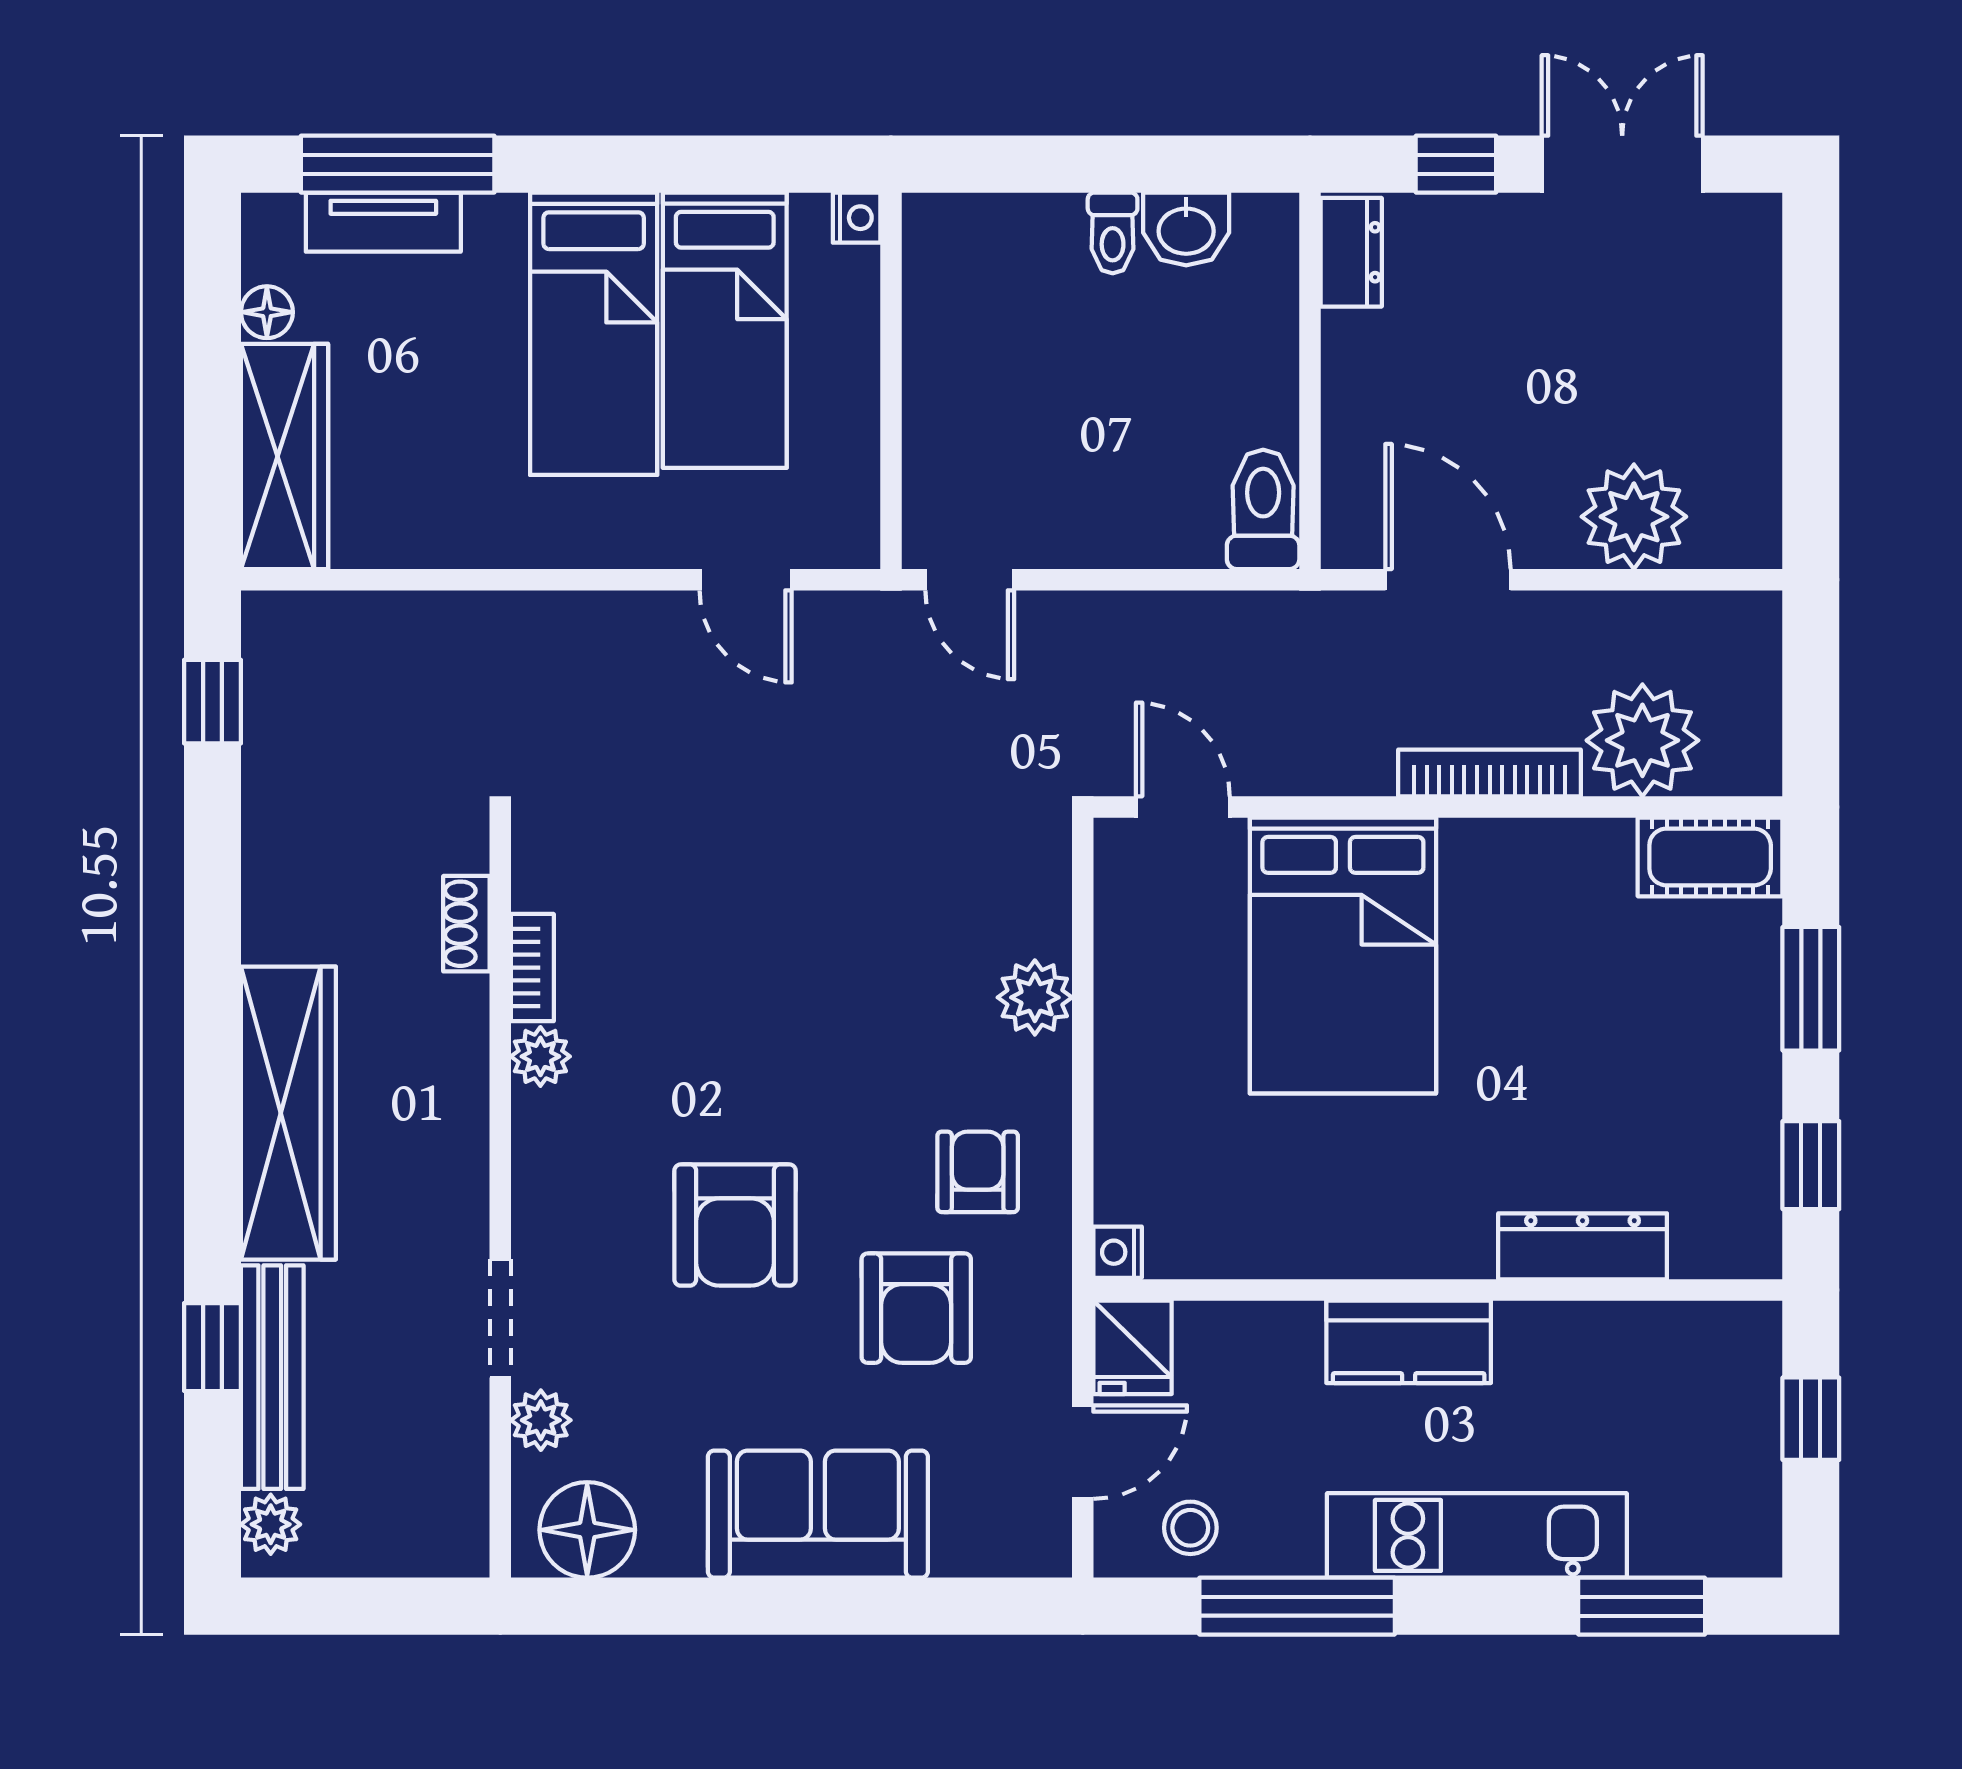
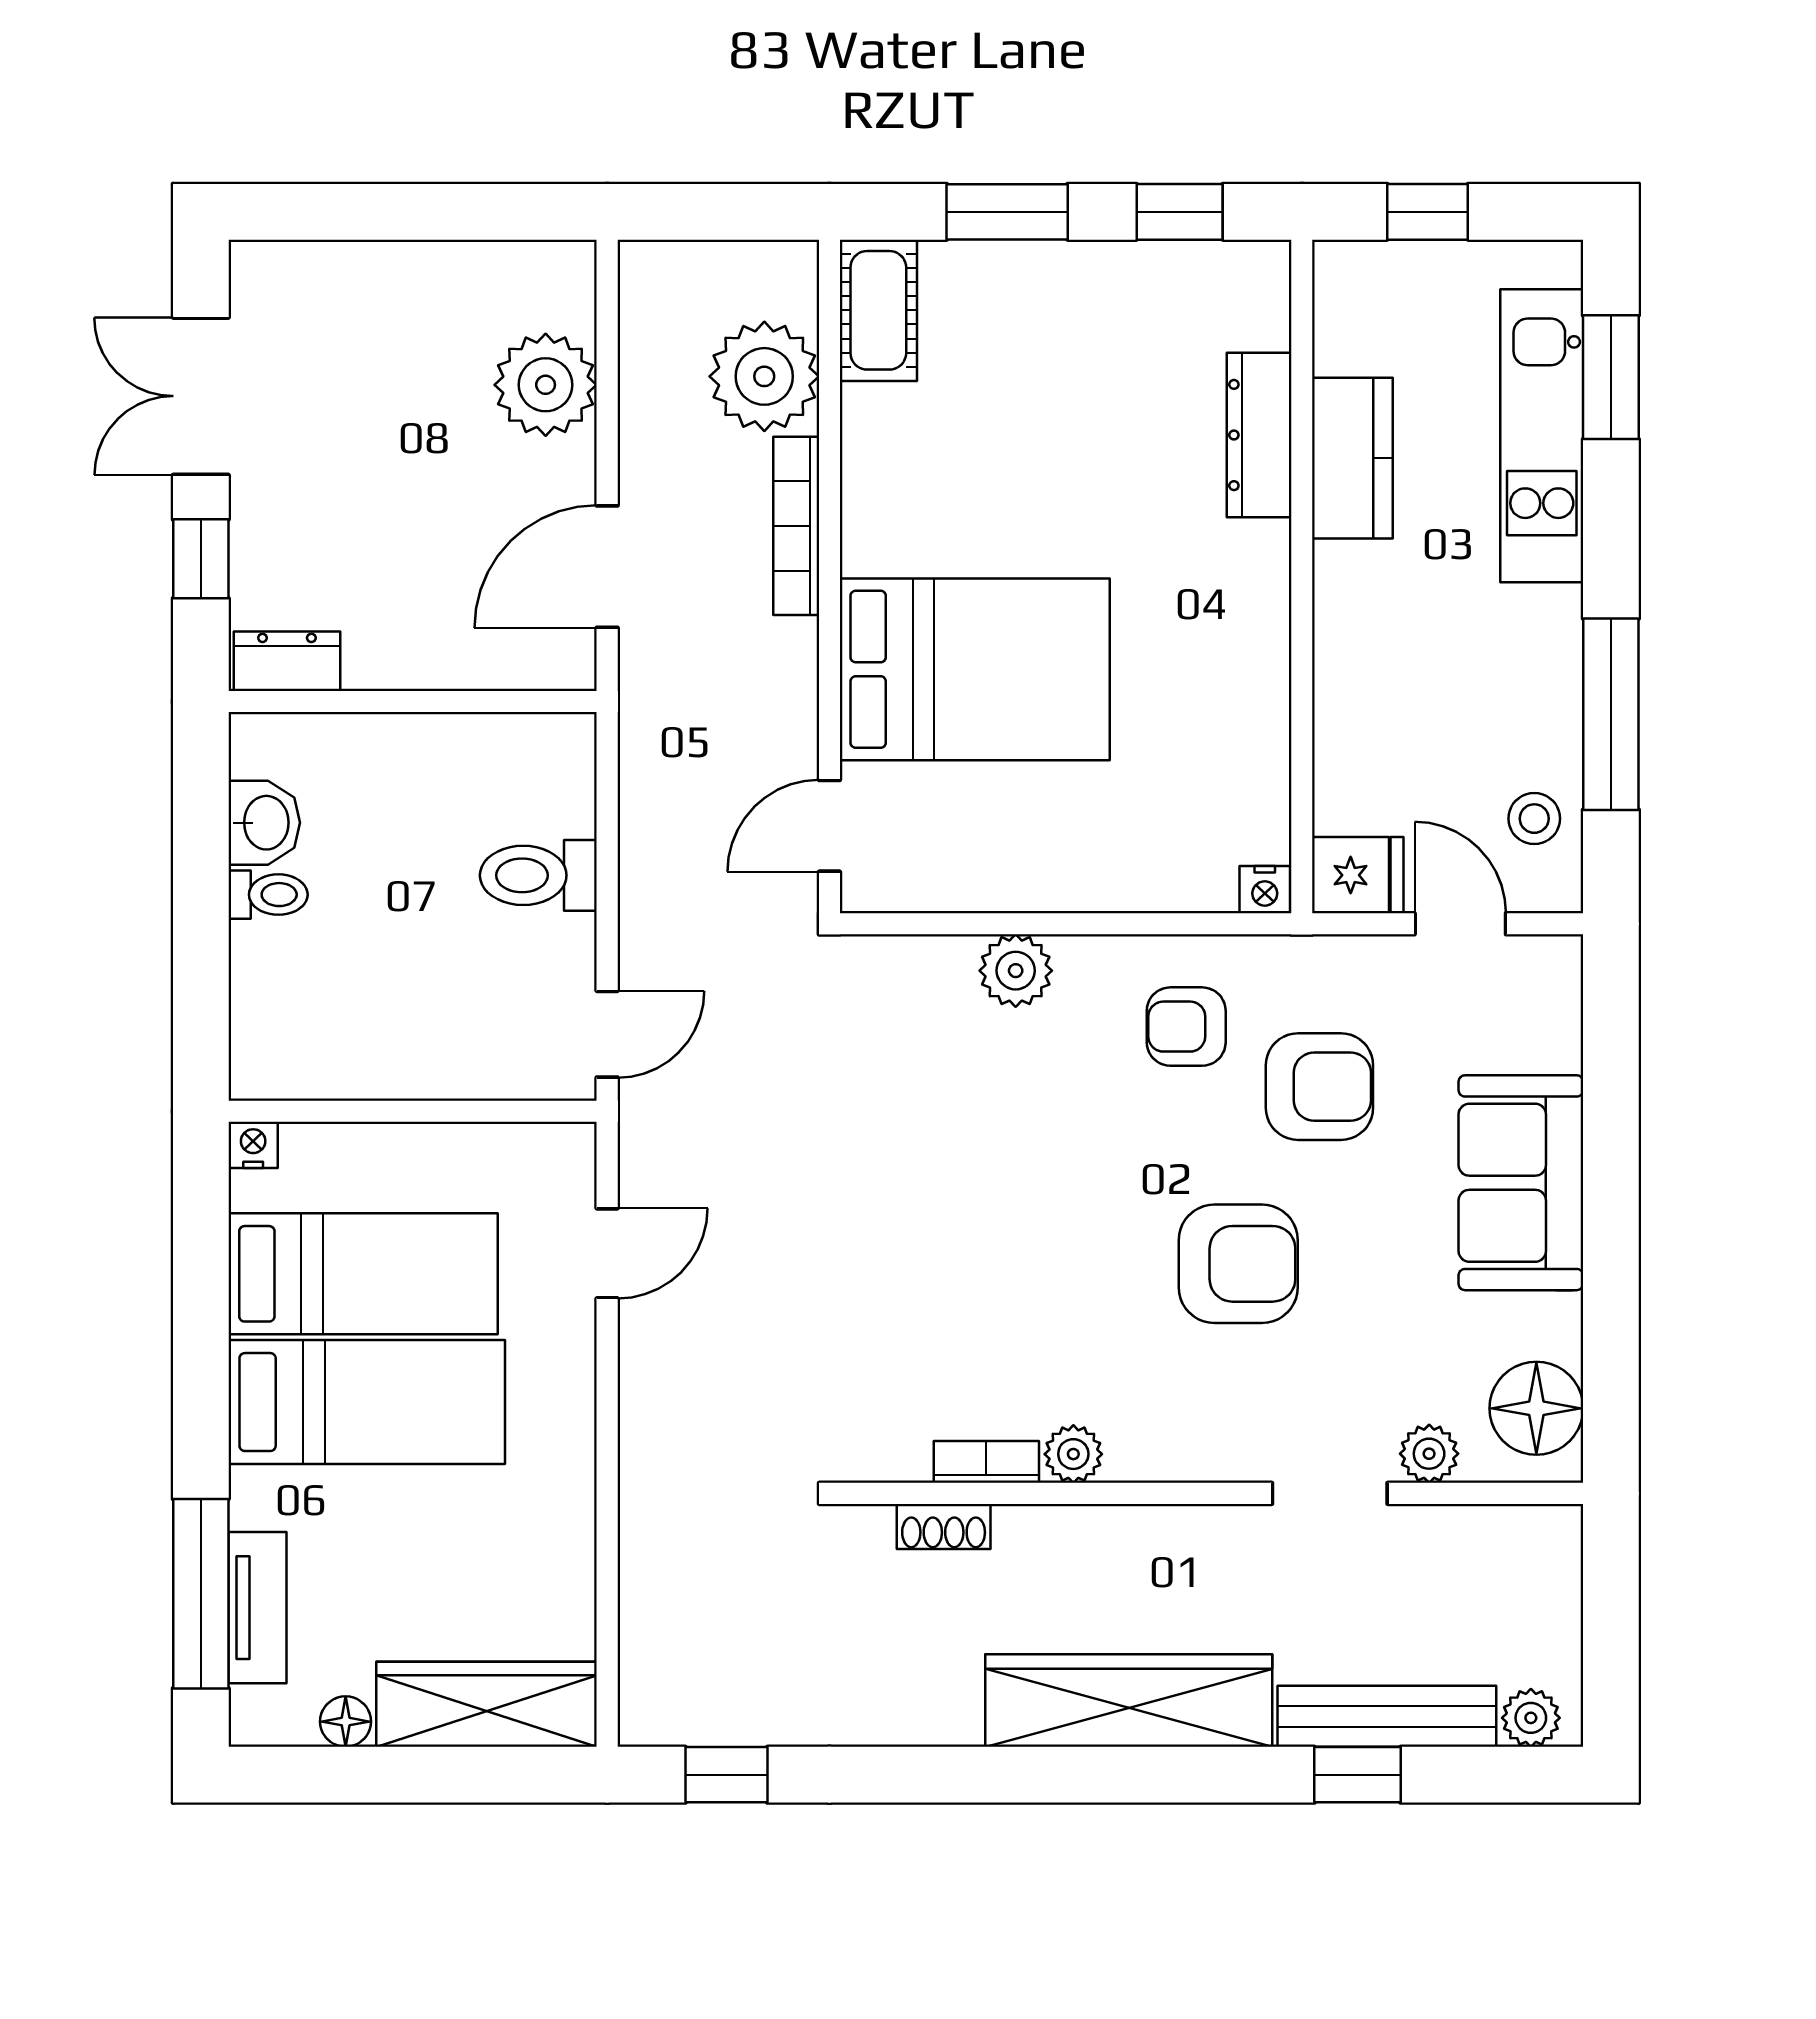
toilet: (1263, 509) -> (538, 875), moved
kitchen counter: (1409, 1342) -> (1352, 458), moved
kitchen unit: (1477, 1535) -> (1542, 436), moved

